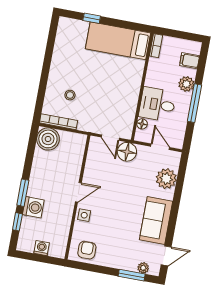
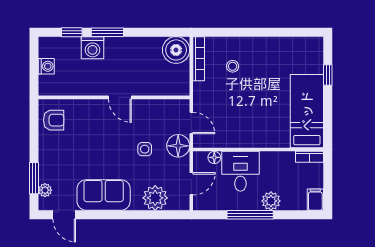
filing cabinet: (190, 61) -> (315, 200), moved
door: (110, 138) -> (191, 123), swing flipped
side table: (84, 215) -> (145, 149), moved

